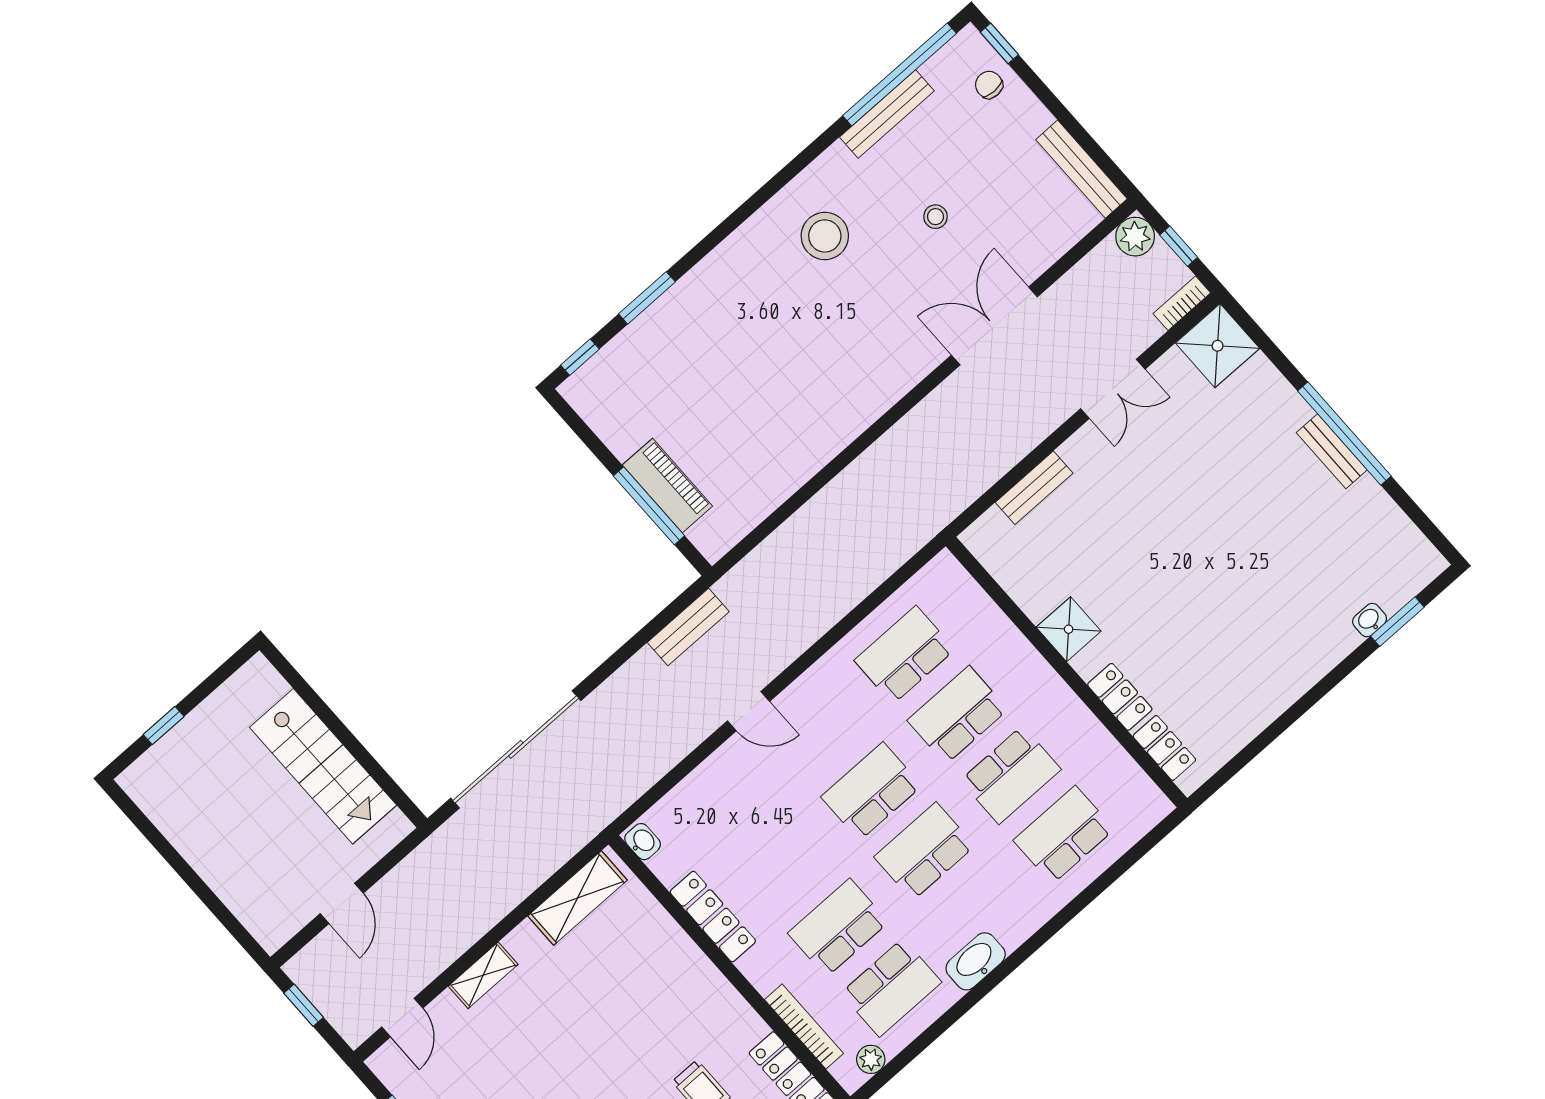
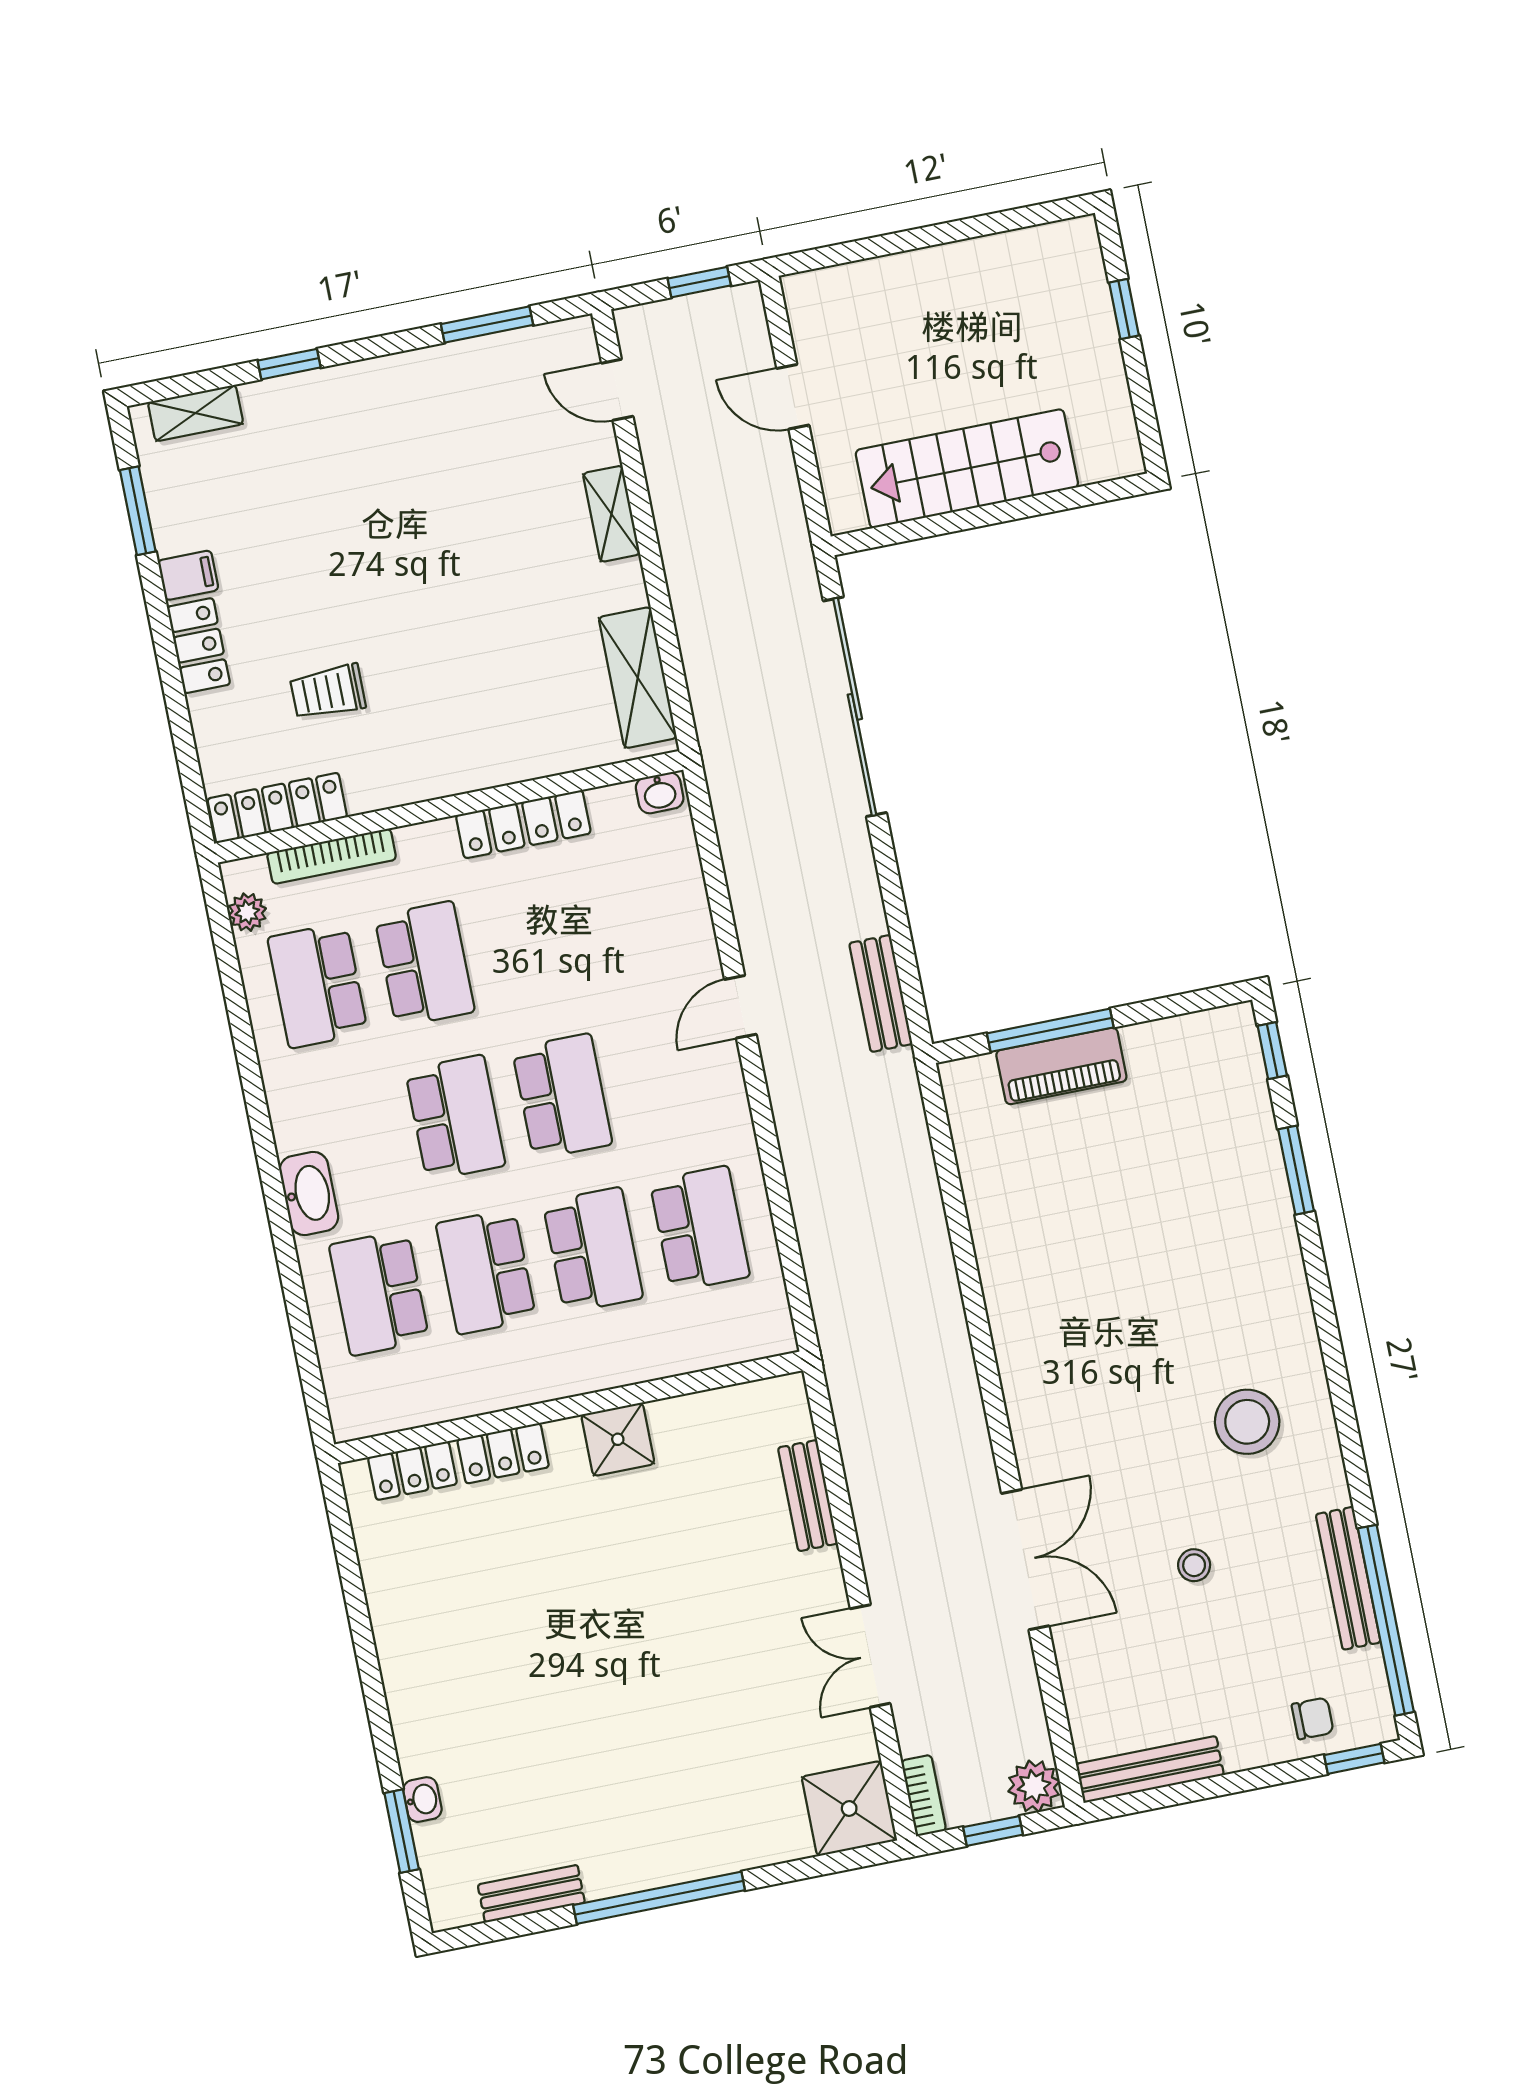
bench: (1332, 451) -> (531, 1894), moved
school desk: (1064, 835) -> (379, 1293), turned 180
washbasin: (976, 961) -> (309, 1194), moved

